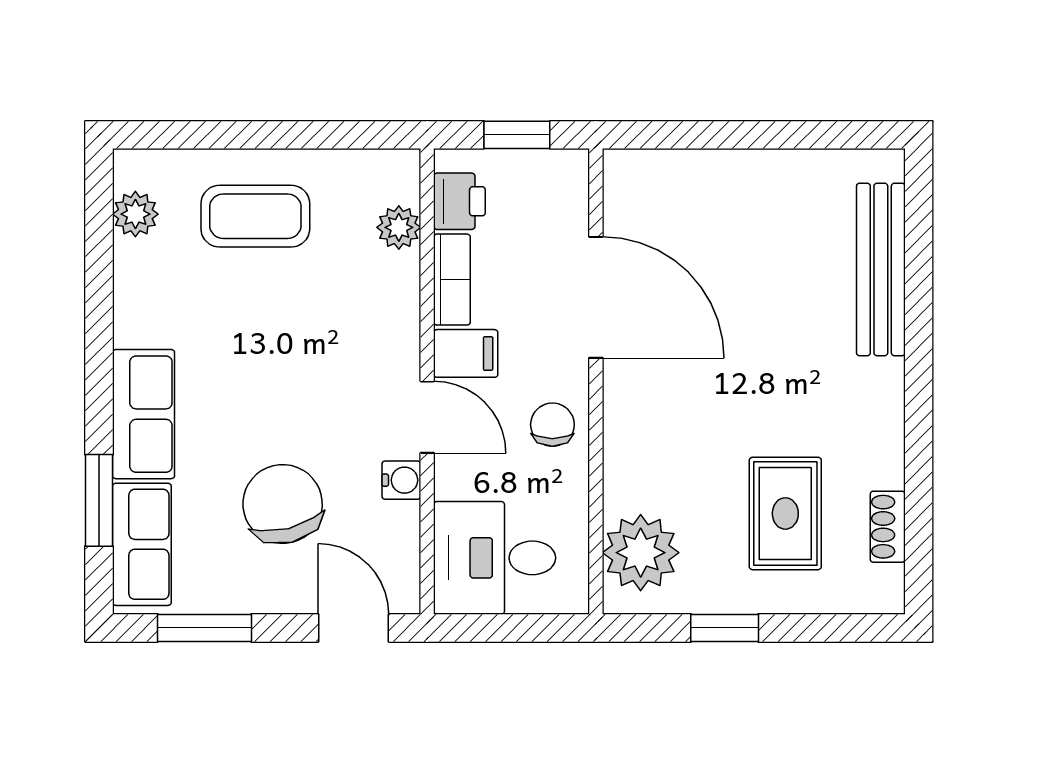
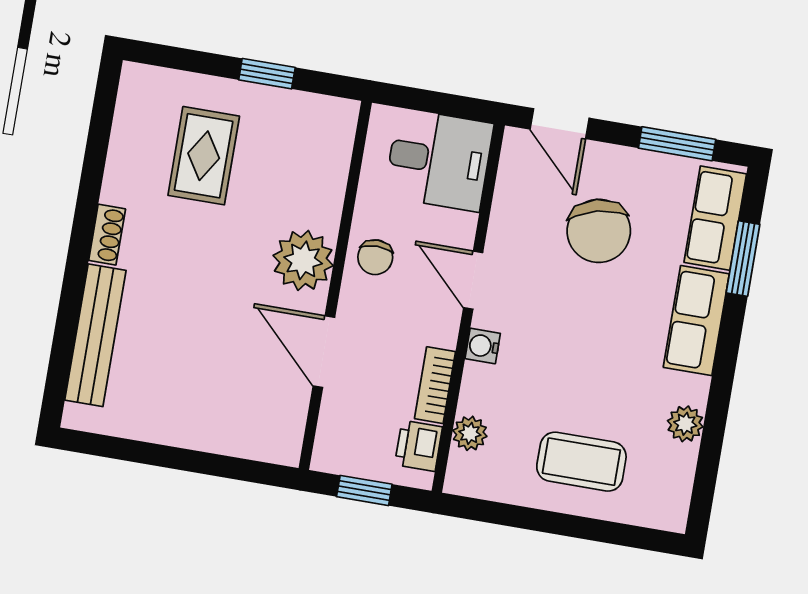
plant: (135, 214) -> (685, 424), moved
door: (596, 297) -> (324, 352), width x0.73
filing cabinet: (466, 353) -> (434, 325), removed
water cooler: (401, 480) -> (483, 346), moved
shoe rack: (888, 527) -> (107, 235), moved
plant: (641, 553) -> (303, 260), moved

